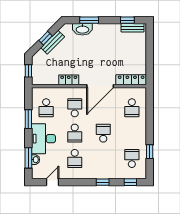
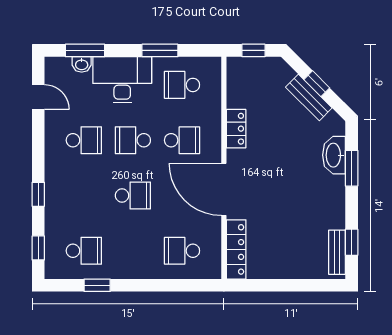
school desk: (75, 159) -> (84, 140), turned 180

